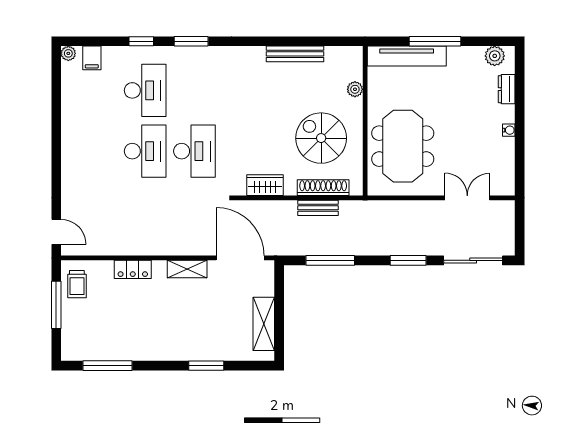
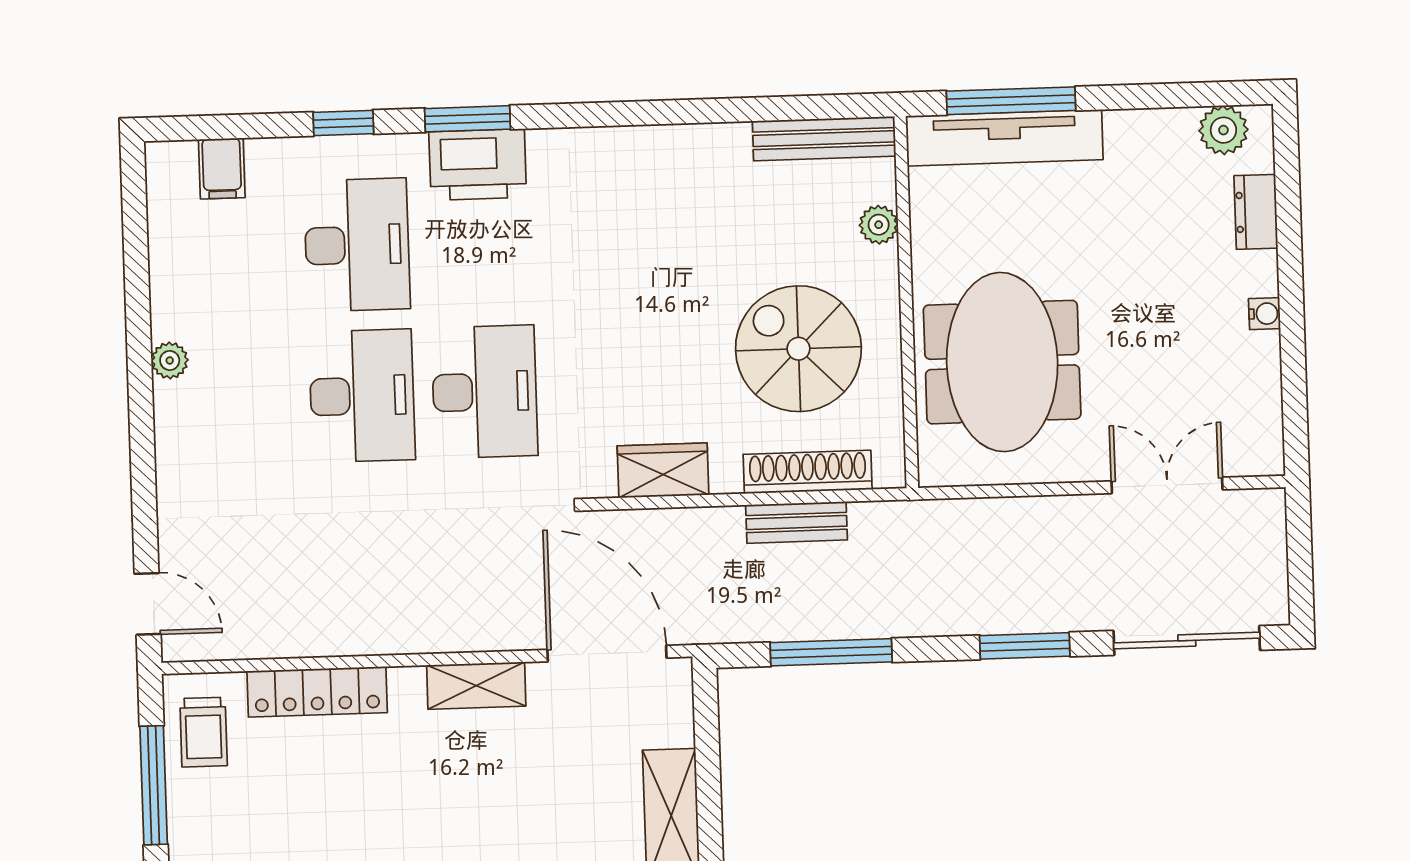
window: (435, 41) -> (1011, 101), moved
plant: (68, 53) -> (170, 360), moved
bench: (295, 54) -> (824, 139), moved
printer: (195, 60) -> (478, 165), added
locker: (133, 269) -> (317, 692), width x1.53

